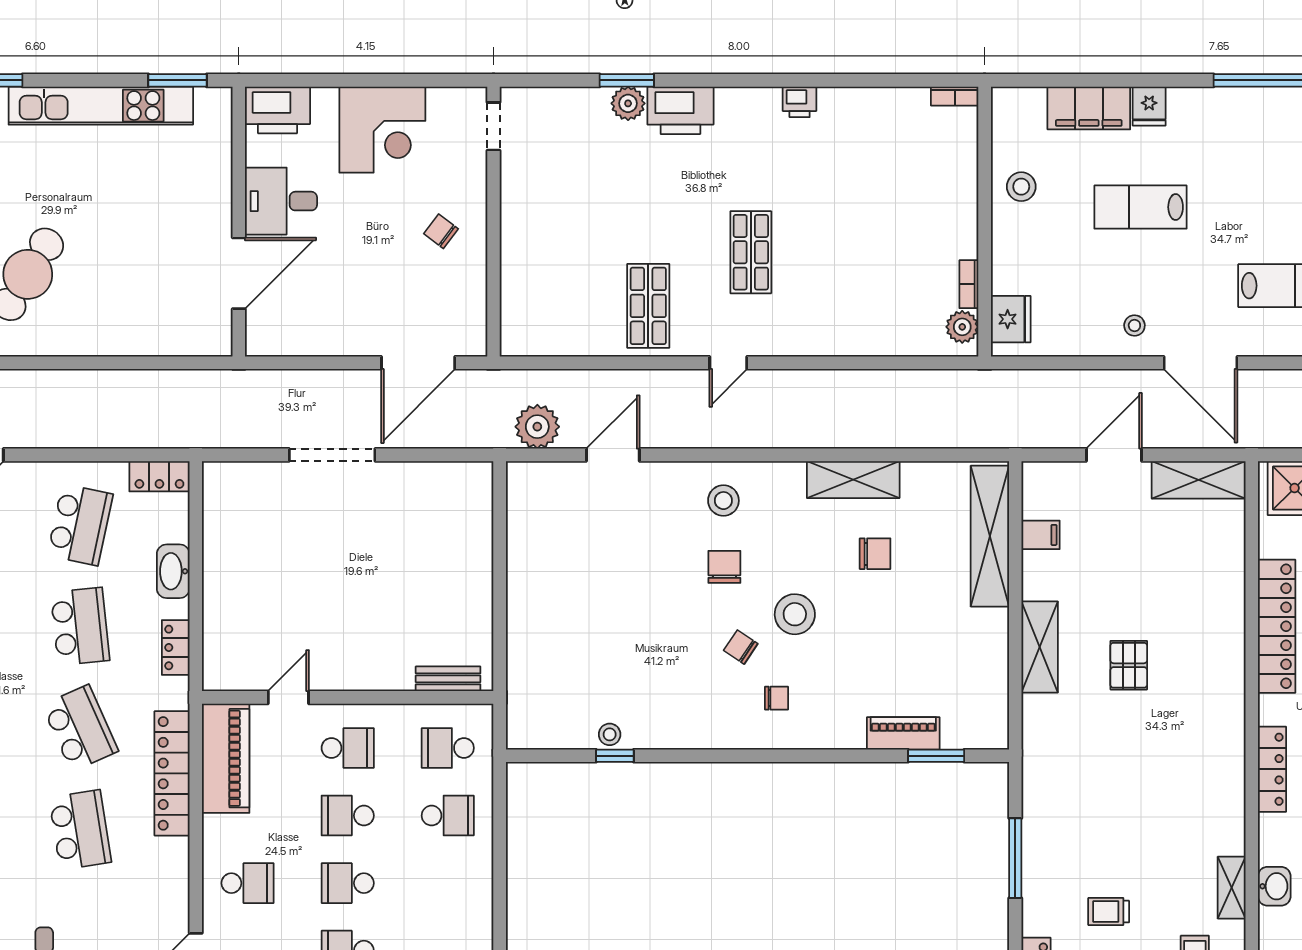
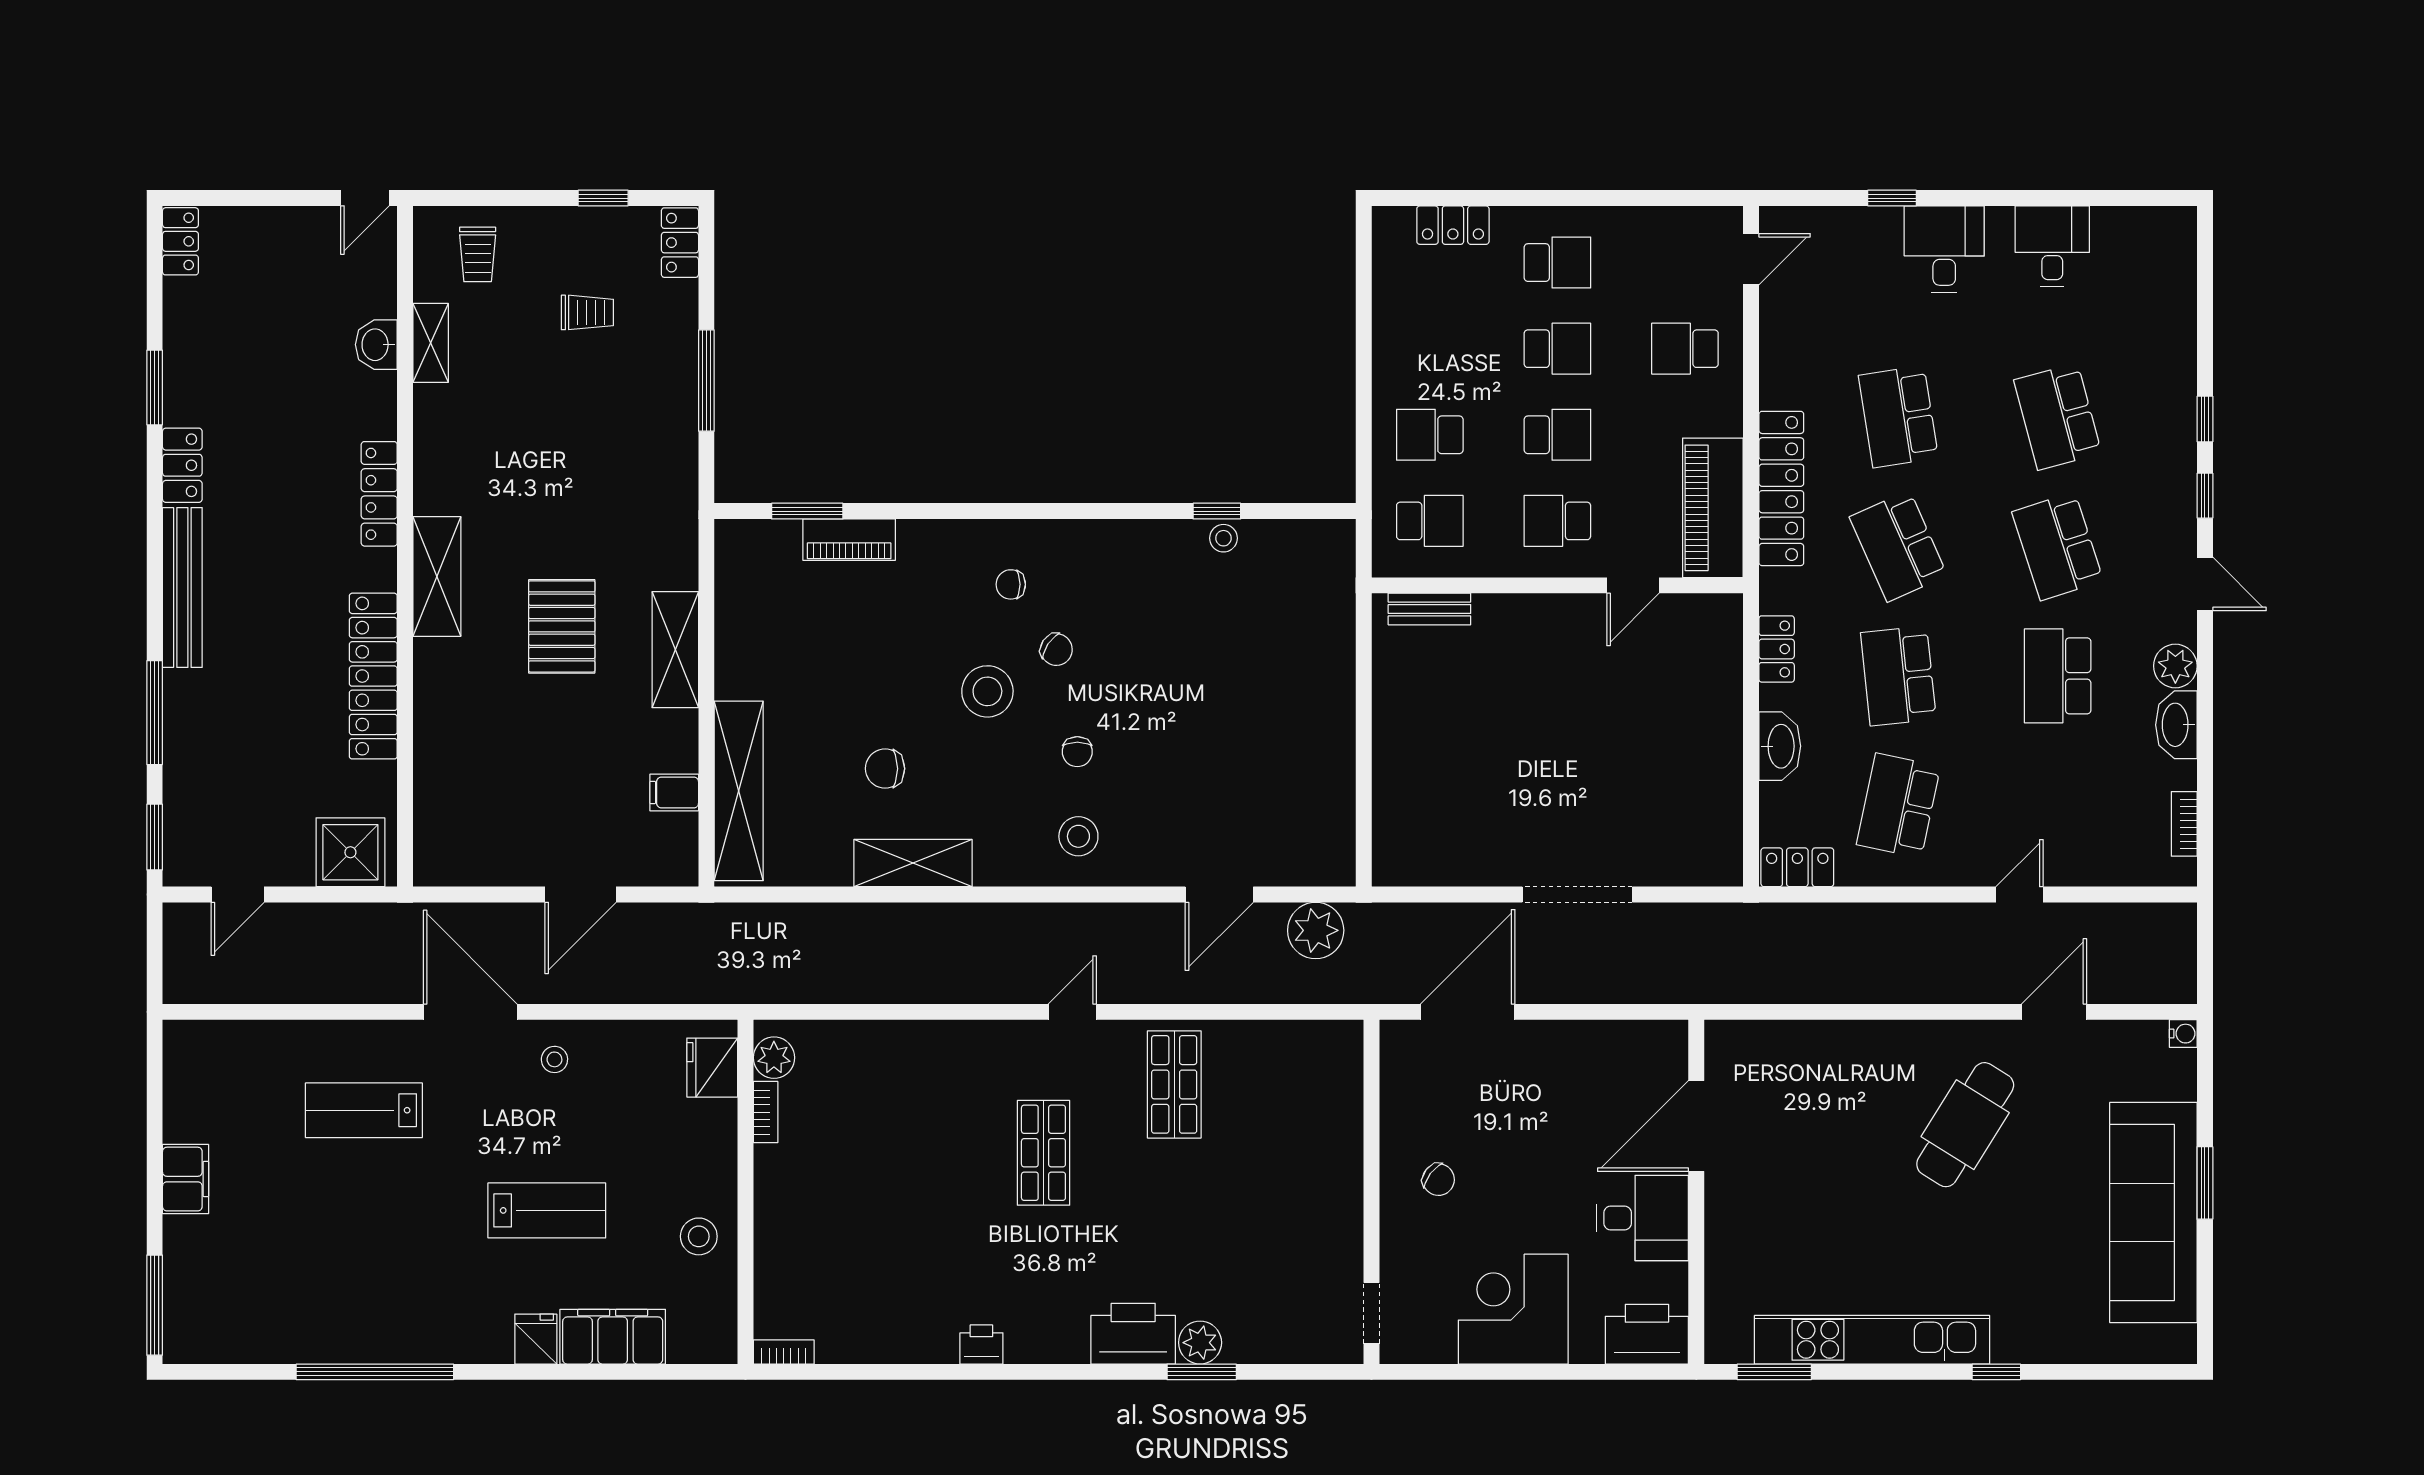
shelving: (1199, 480) -> (437, 576), moved, turned 90
chair: (724, 567) -> (1077, 752), width x0.73, depth x0.73
pallet: (1129, 665) -> (562, 626), width x1.50, depth x1.42

